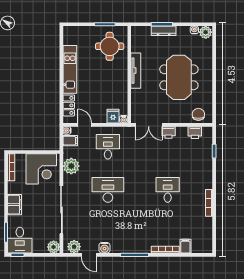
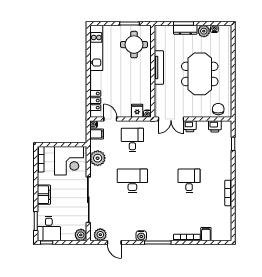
plant: (206, 32) -> (204, 31), moved
kitchen unit: (70, 69) -> (96, 48), moved
water cooler: (104, 248) -> (141, 236), moved

